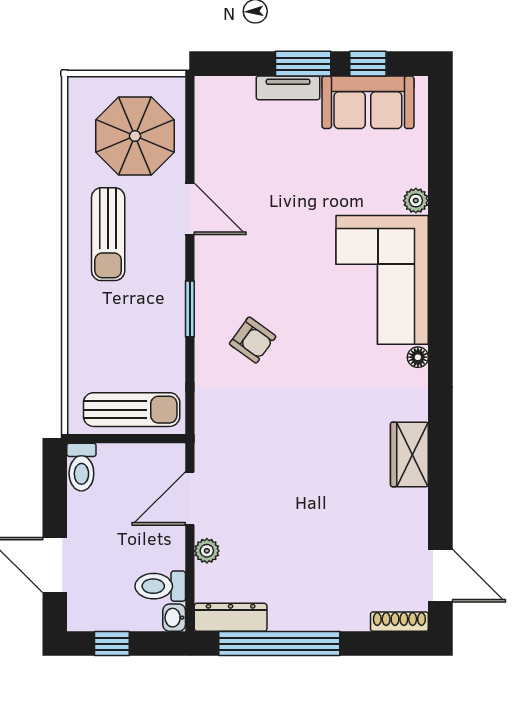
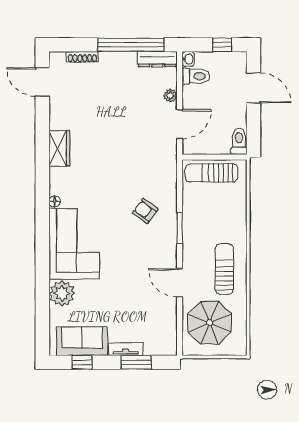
window: (303, 64) -> (136, 362), moved
plant: (416, 201) -> (62, 293), width x1.88, depth x1.88
shoe rack: (399, 622) -> (82, 57), moved

